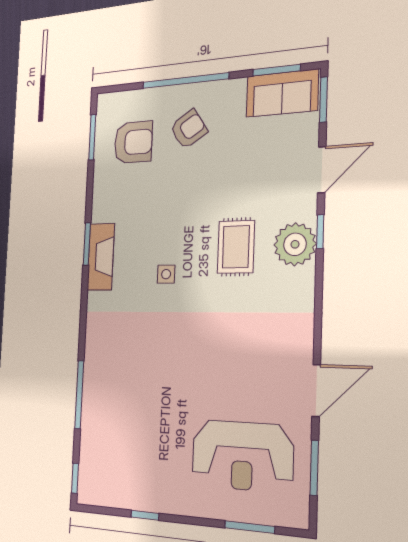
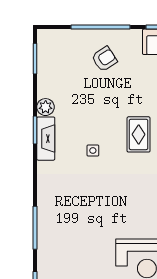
armchair: (133, 142) -> (66, 64), removed
plant: (103, 209) -> (46, 107), added

